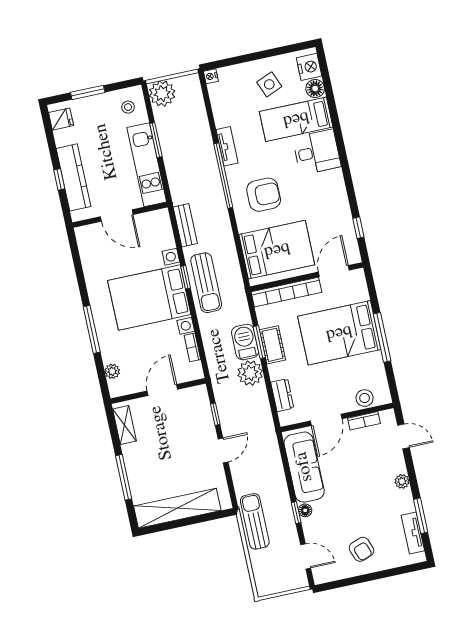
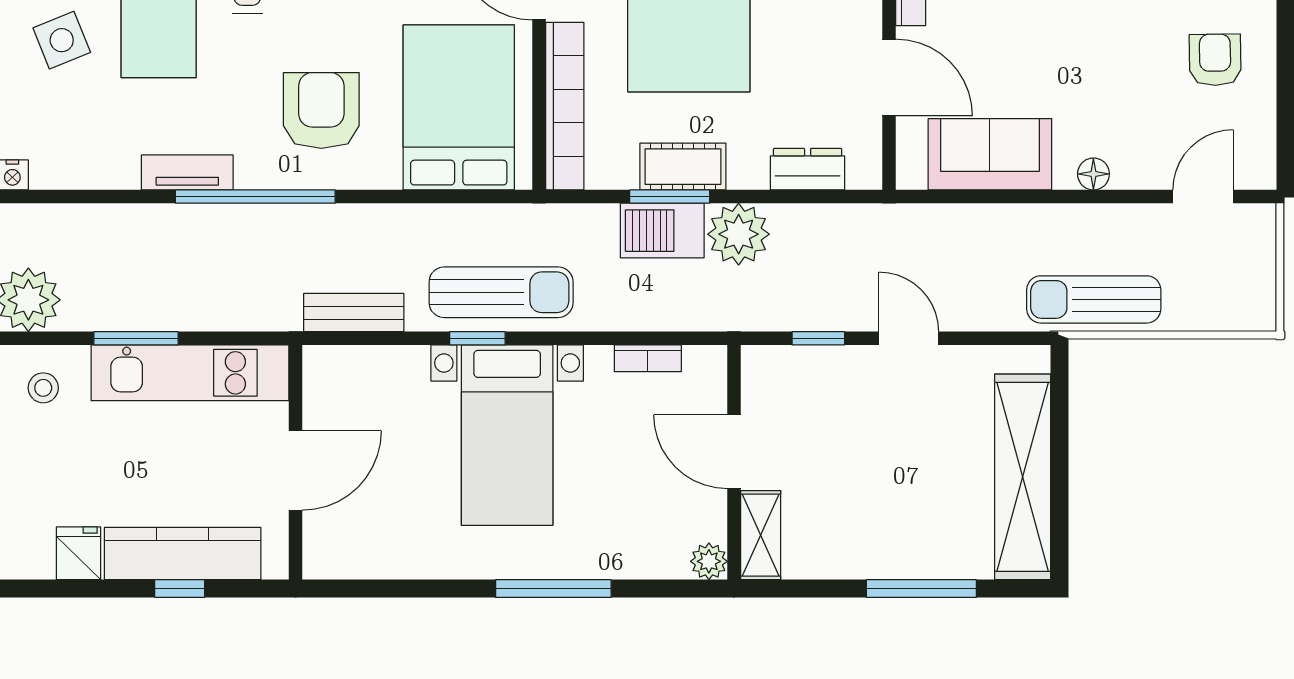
fridge: (61, 119) -> (79, 553), moved
bed with nightstands: (149, 298) -> (507, 435), width x0.73
plant: (112, 371) -> (709, 561), moved
shelving: (125, 425) -> (761, 535), moved, turned 90
sofa: (304, 467) -> (990, 154), width x0.73
window: (296, 513) -> (1094, 197), removed
armchair: (362, 549) -> (1215, 60), turned -71

